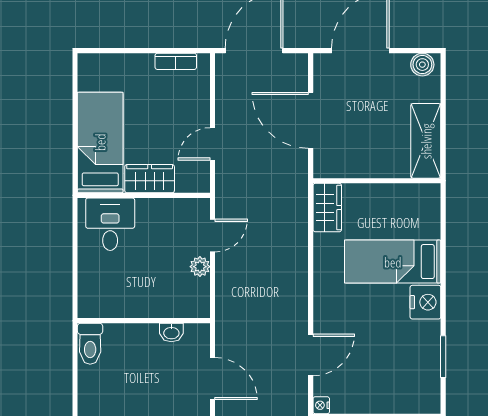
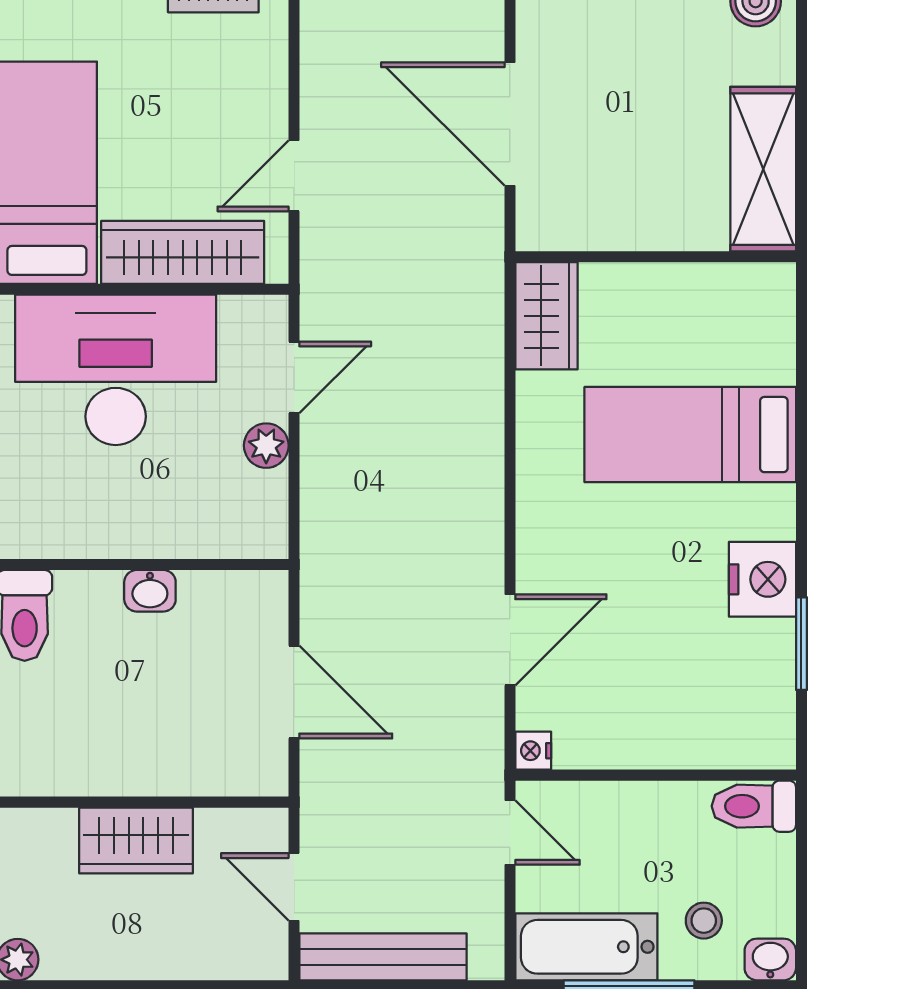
wardrobe: (150, 179) -> (183, 252), width x1.50
desk: (110, 224) -> (116, 370), width x1.87, depth x1.30
nightstand: (425, 302) -> (762, 579), moved
washbasin: (171, 333) -> (150, 591), moved

